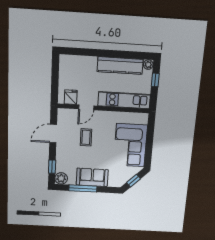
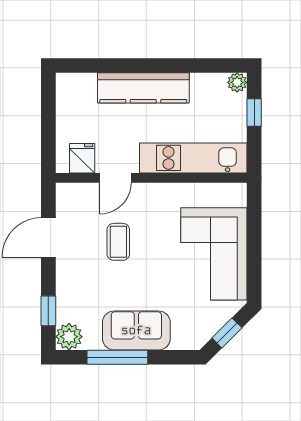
kitchen counter: (120, 66) -> (143, 88), moved

